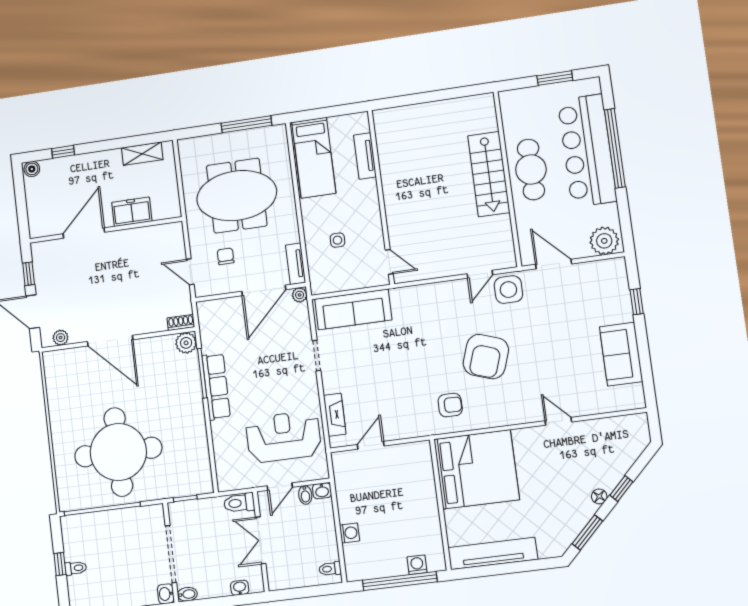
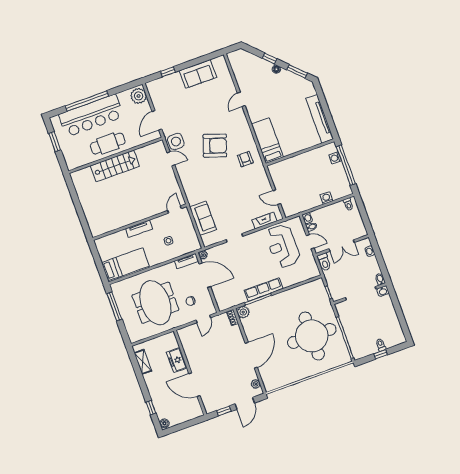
tv unit: (365, 156) -> (139, 229), moved
sofa: (353, 309) -> (203, 218), width x0.73
bed: (477, 469) -> (267, 141), width x0.49

